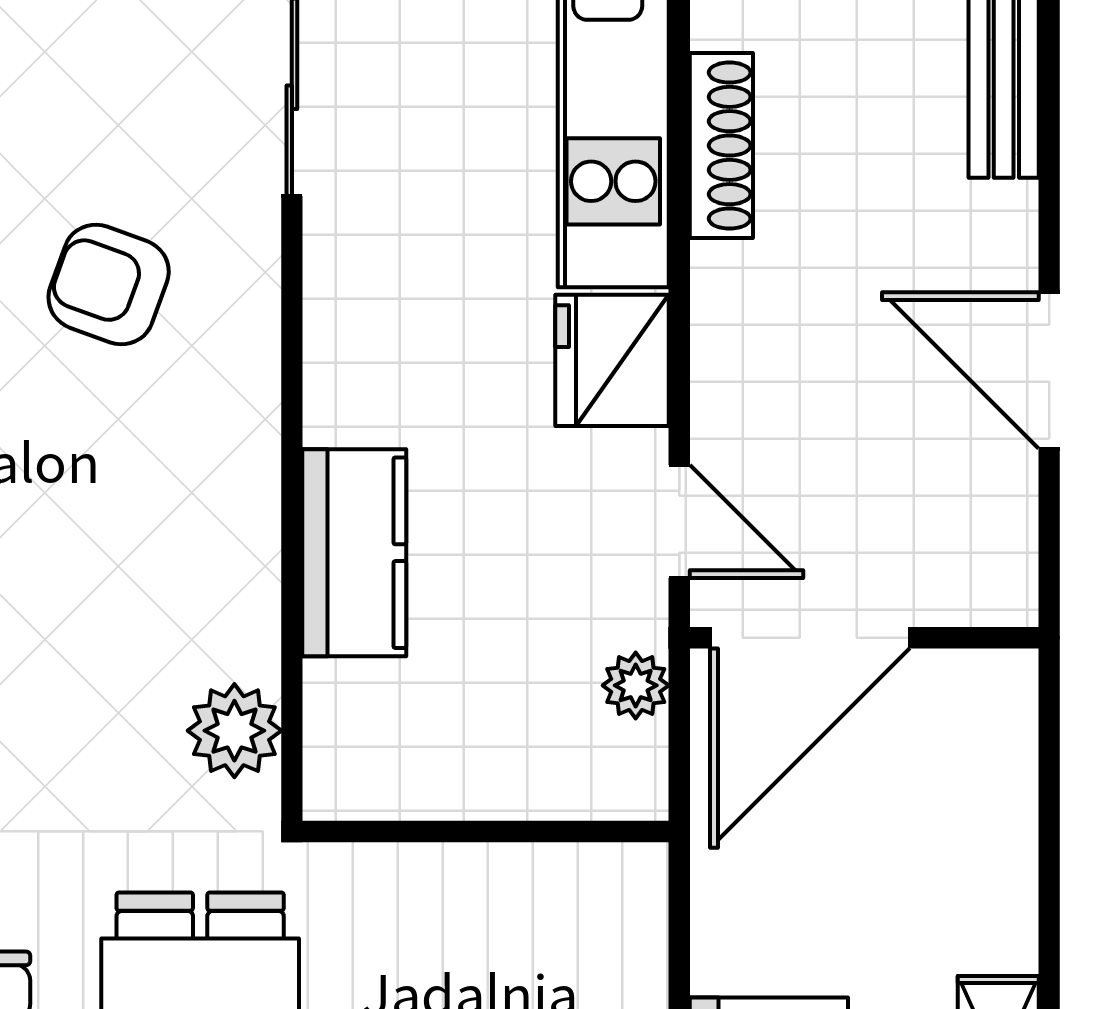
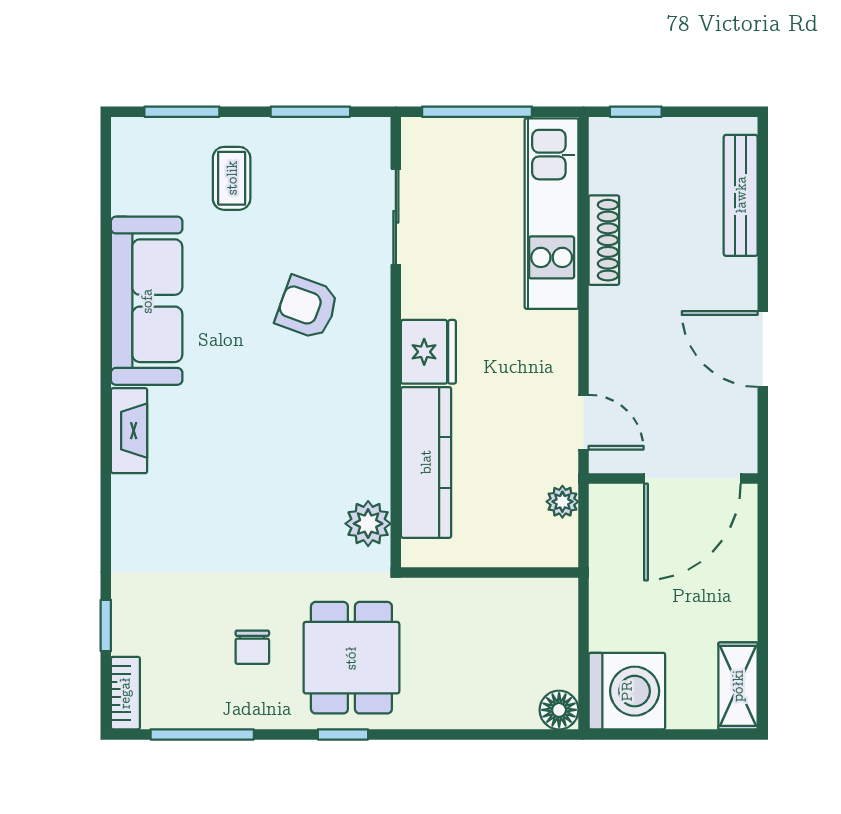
fridge: (612, 360) -> (428, 352), moved, turned 180
kitchen counter: (354, 553) -> (426, 462), width x1.50
door: (810, 638) -> (692, 479), moved

